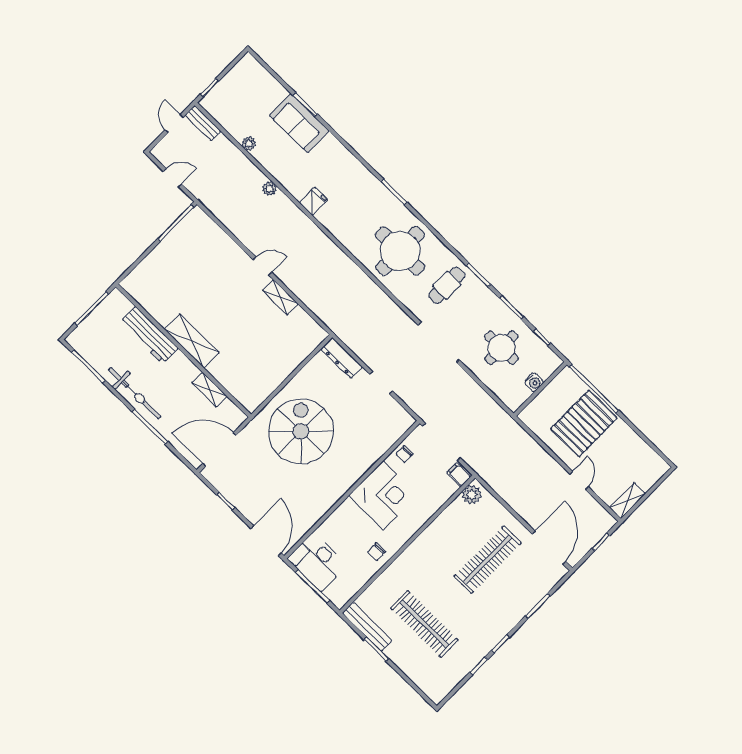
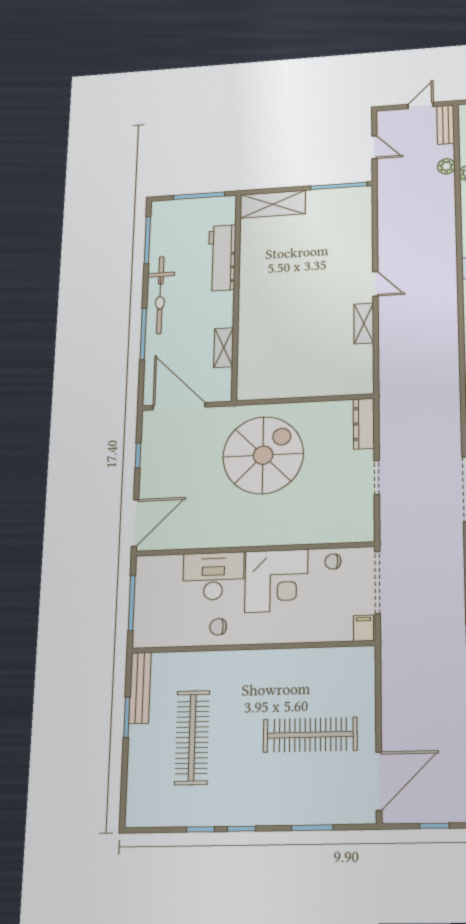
plant: (269, 189) -> (446, 166), moved
shelving: (192, 341) -> (273, 204), moved, turned 90
plant: (472, 495) -> (356, 658), removed
desk: (317, 562) -> (213, 576), moved, turned 90

